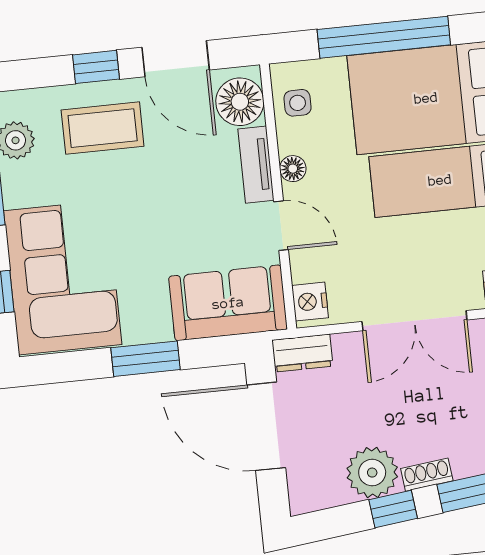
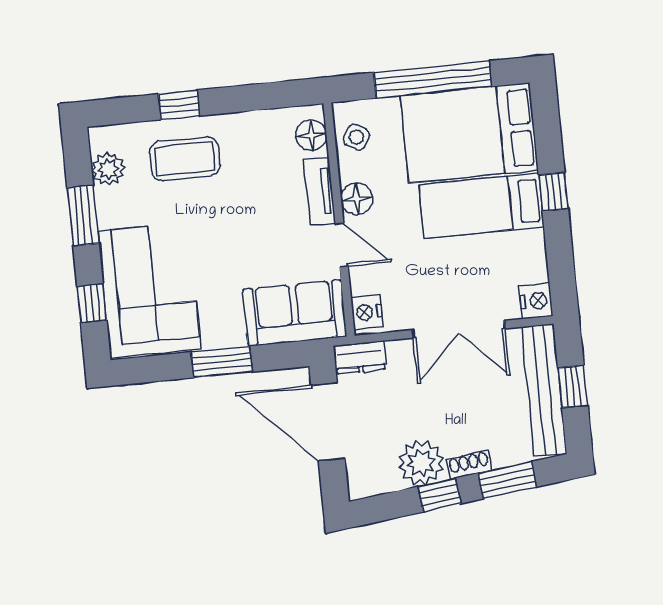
door: (176, 59) -> (249, 98), removed
floor lamp: (240, 102) -> (311, 135), width x0.73, depth x0.73
side table: (298, 103) -> (356, 137), turned 31
floor lamp: (293, 169) -> (357, 199), width x1.37, depth x1.37

